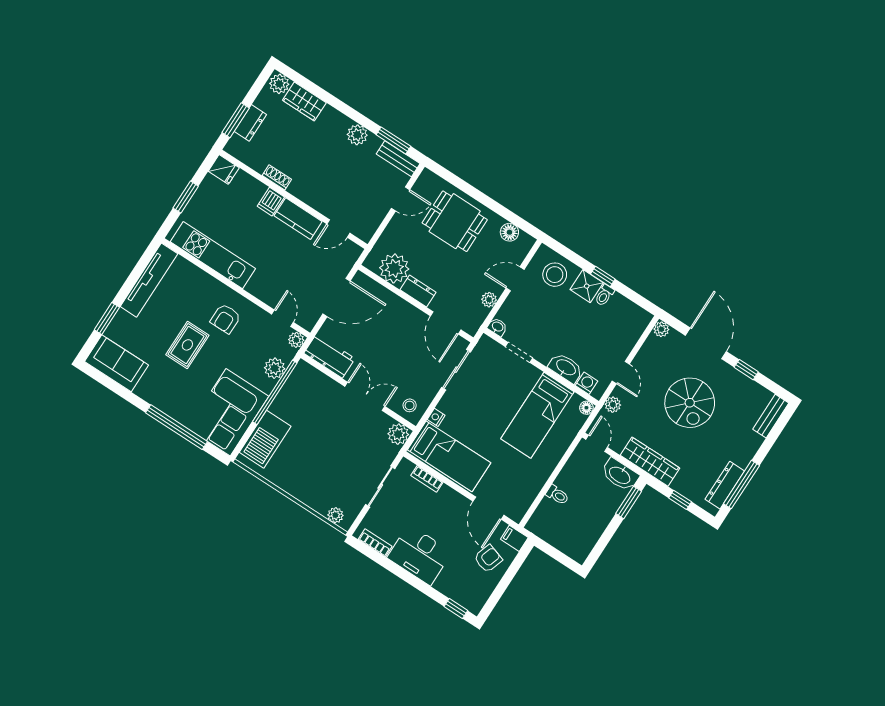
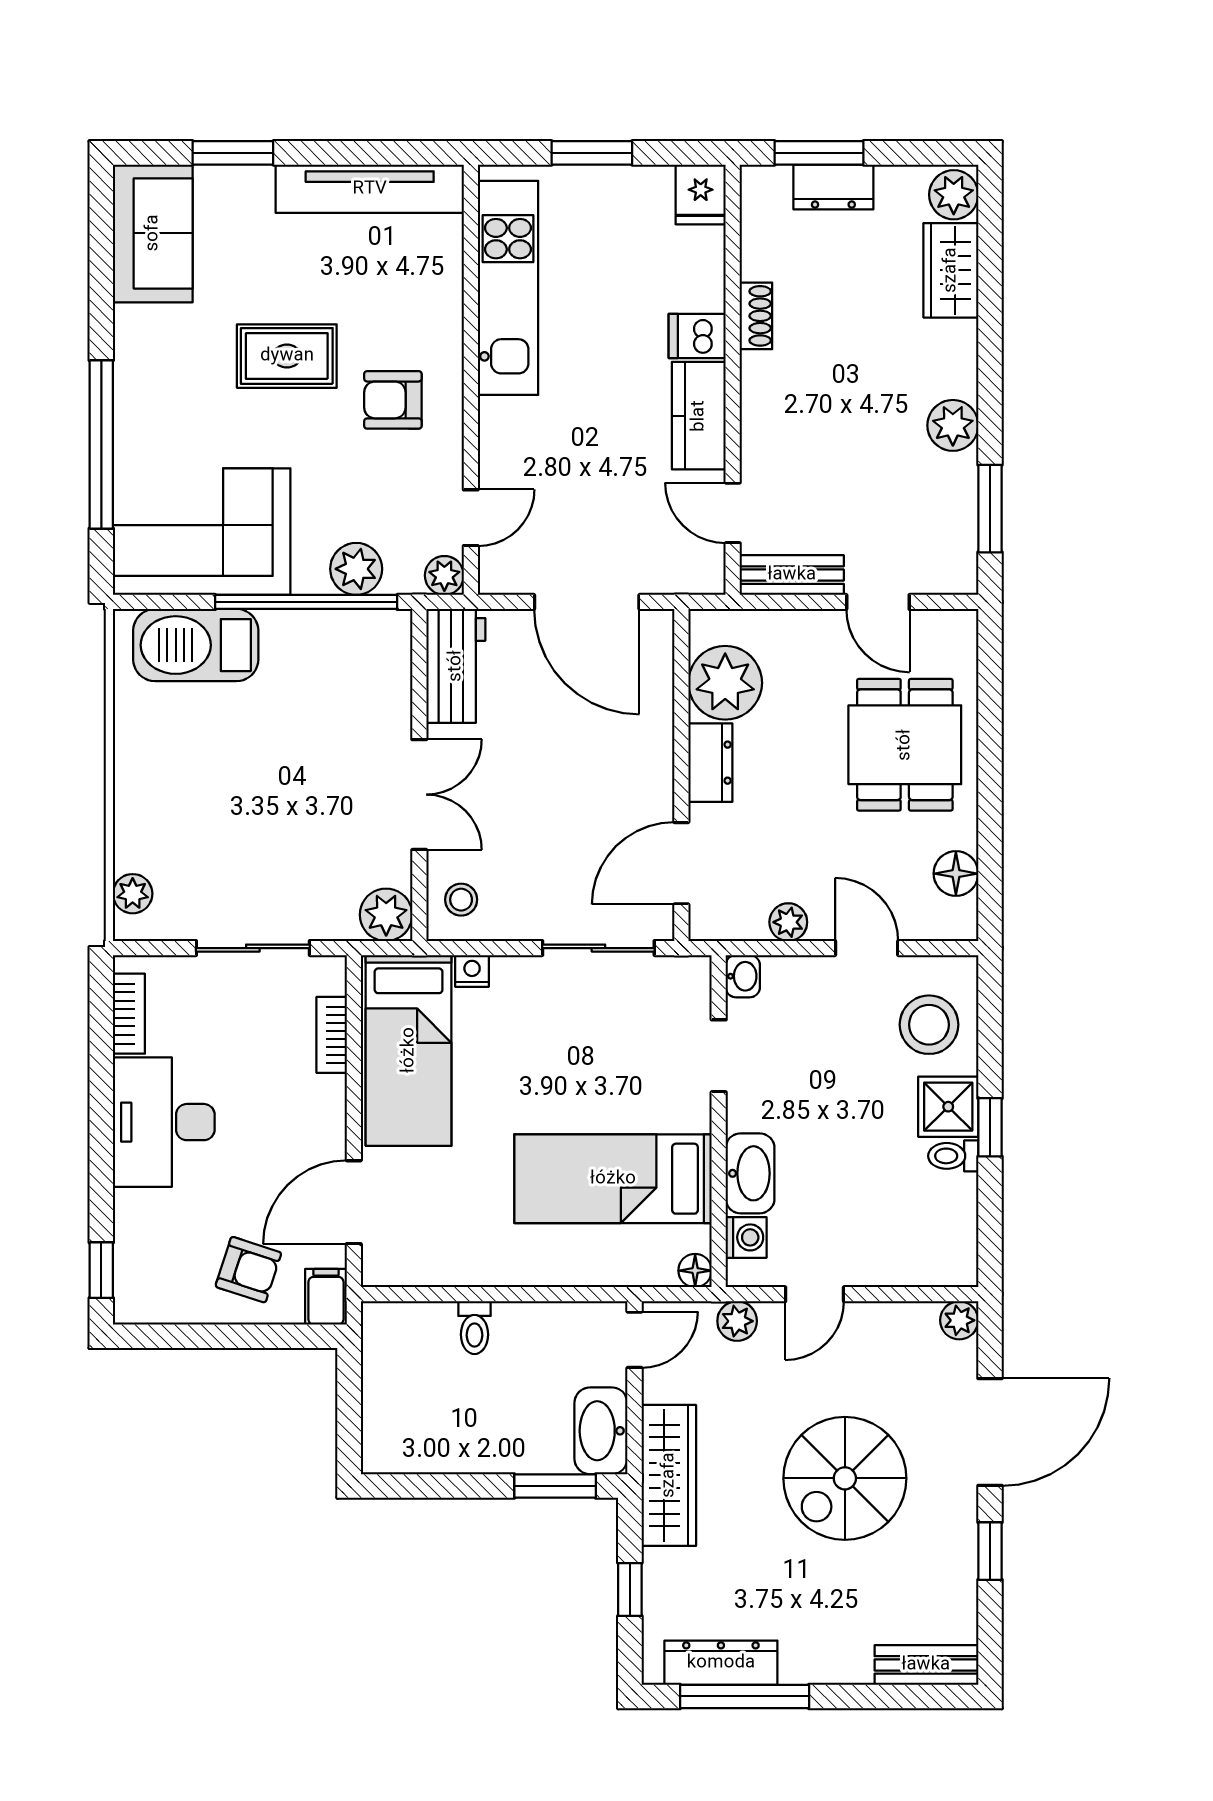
bench: (398, 159) -> (792, 575), moved, turned 90

